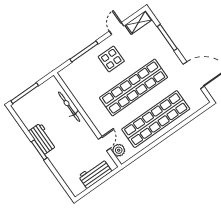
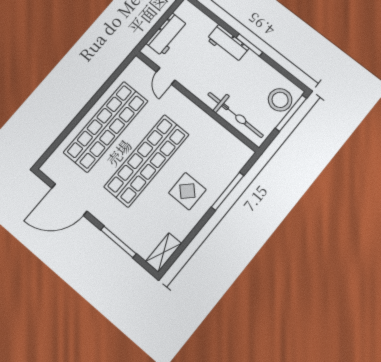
door: (117, 29) -> (192, 235), removed
stool: (29, 105) -> (280, 100), added
bicycle: (69, 107) -> (235, 115), width x1.37, depth x1.40
workbench: (43, 139) -> (228, 44), moved
plant: (119, 150) -> (144, 73), removed

